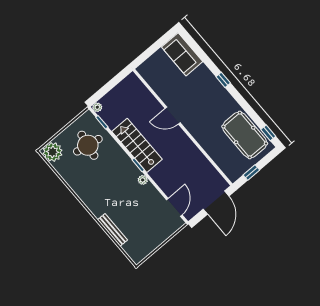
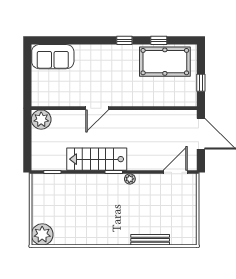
window: (223, 80) -> (124, 40), moved
plant: (97, 107) -> (41, 120), moved, width x1.88, depth x1.88
window: (268, 133) -> (159, 40), moved
round table: (88, 145) -> (62, 200), removed
door: (174, 207) -> (175, 172), hinge flipped

